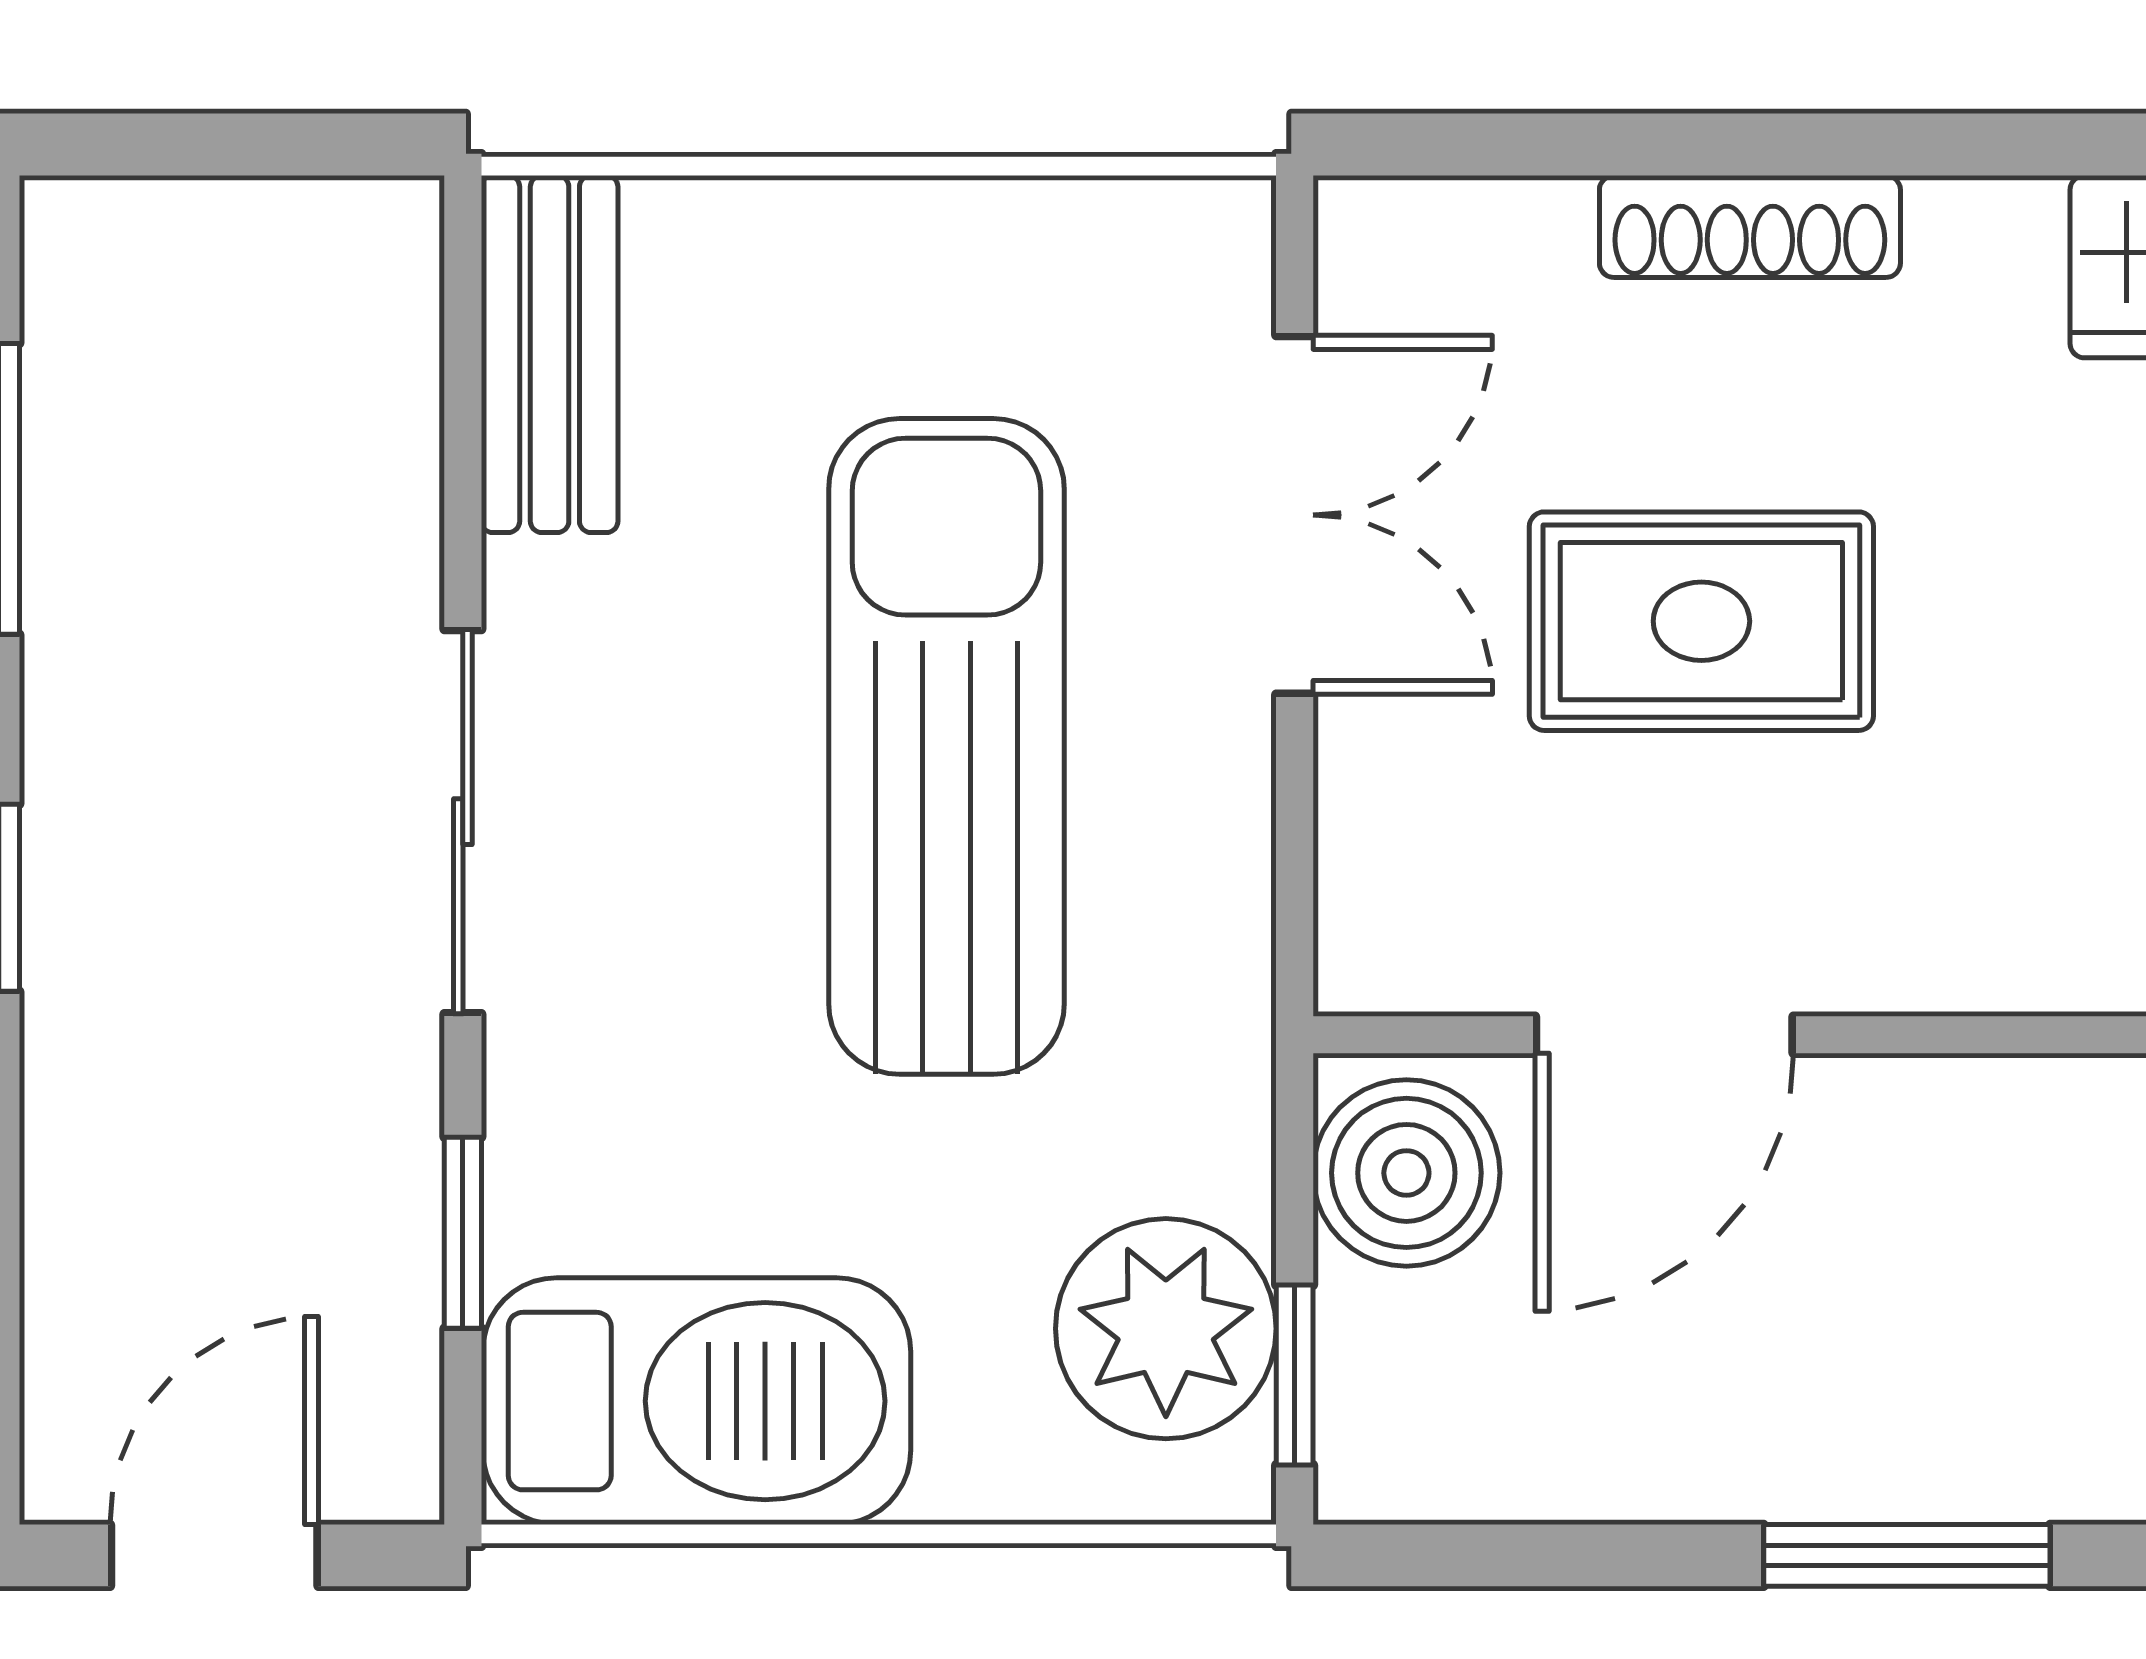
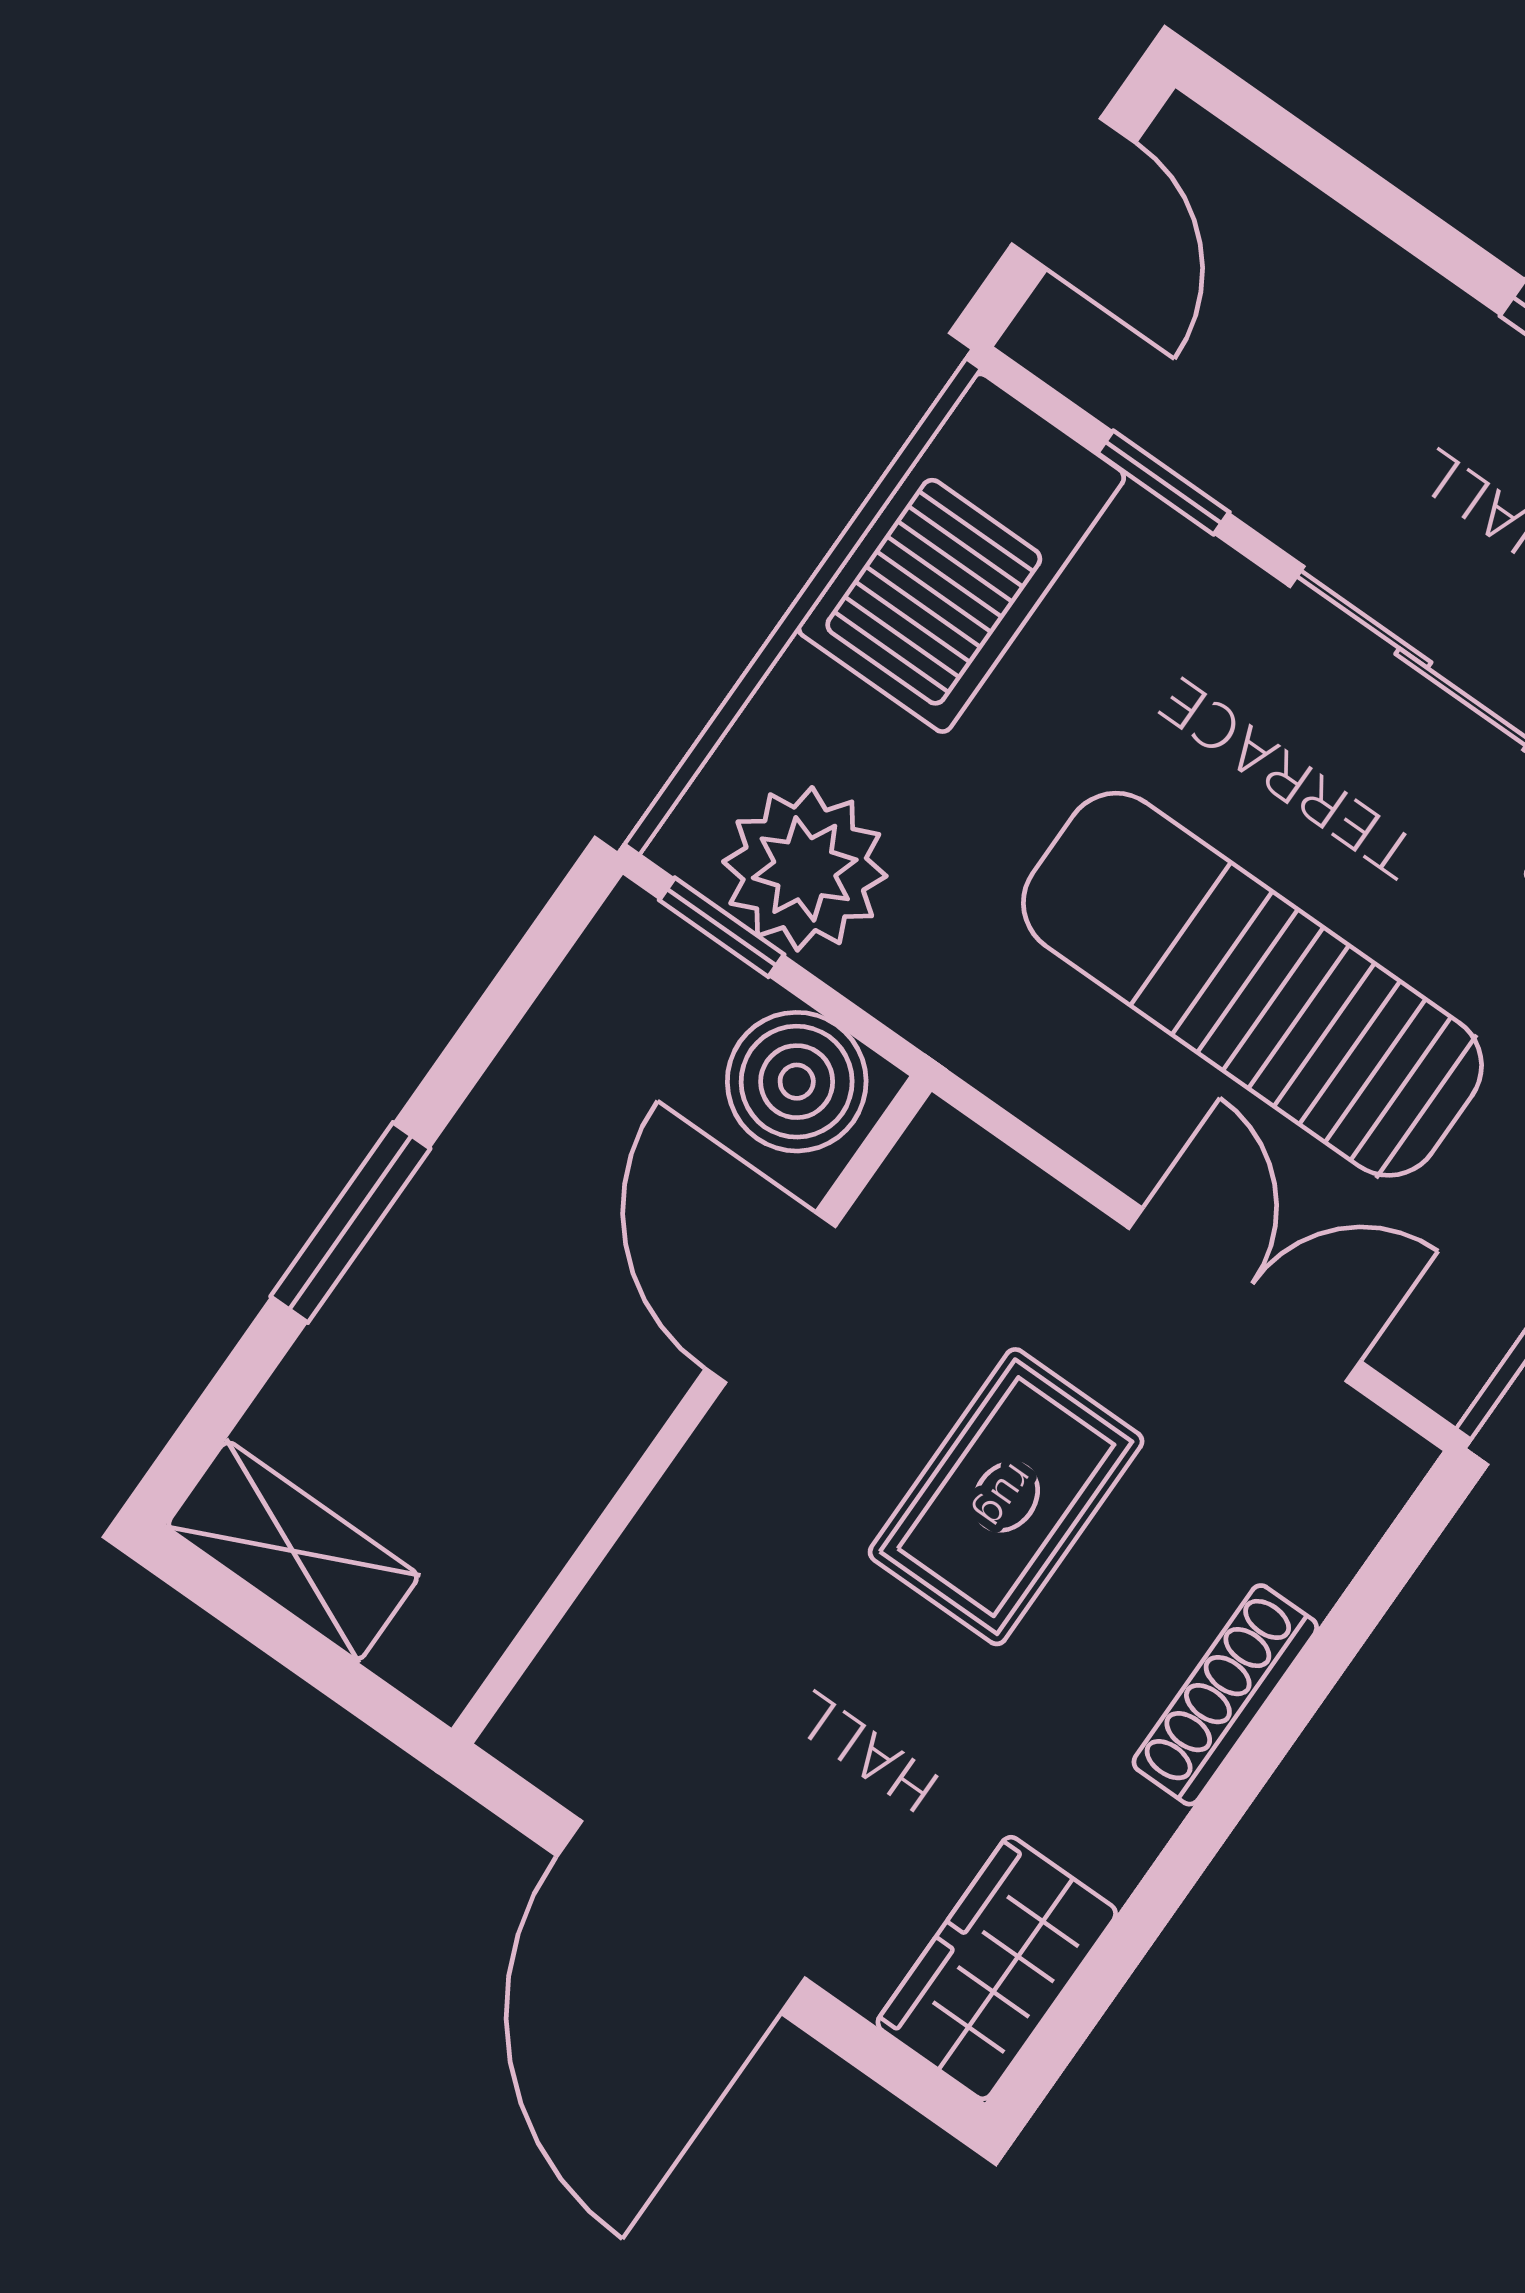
double door: (1295, 515) -> (1245, 1295), swing flipped
sun lounger: (946, 746) -> (1252, 984), turned 180

